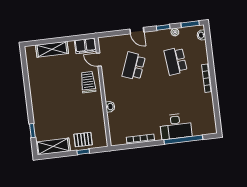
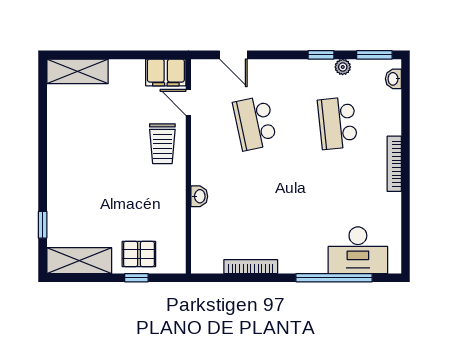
door: (137, 31) -> (233, 55), moved
shelving: (52, 49) -> (77, 71), moved
school desk: (134, 66) -> (255, 123), turned -33
trolley: (88, 82) -> (162, 144), turned 180
desk: (176, 126) -> (358, 250), moved

